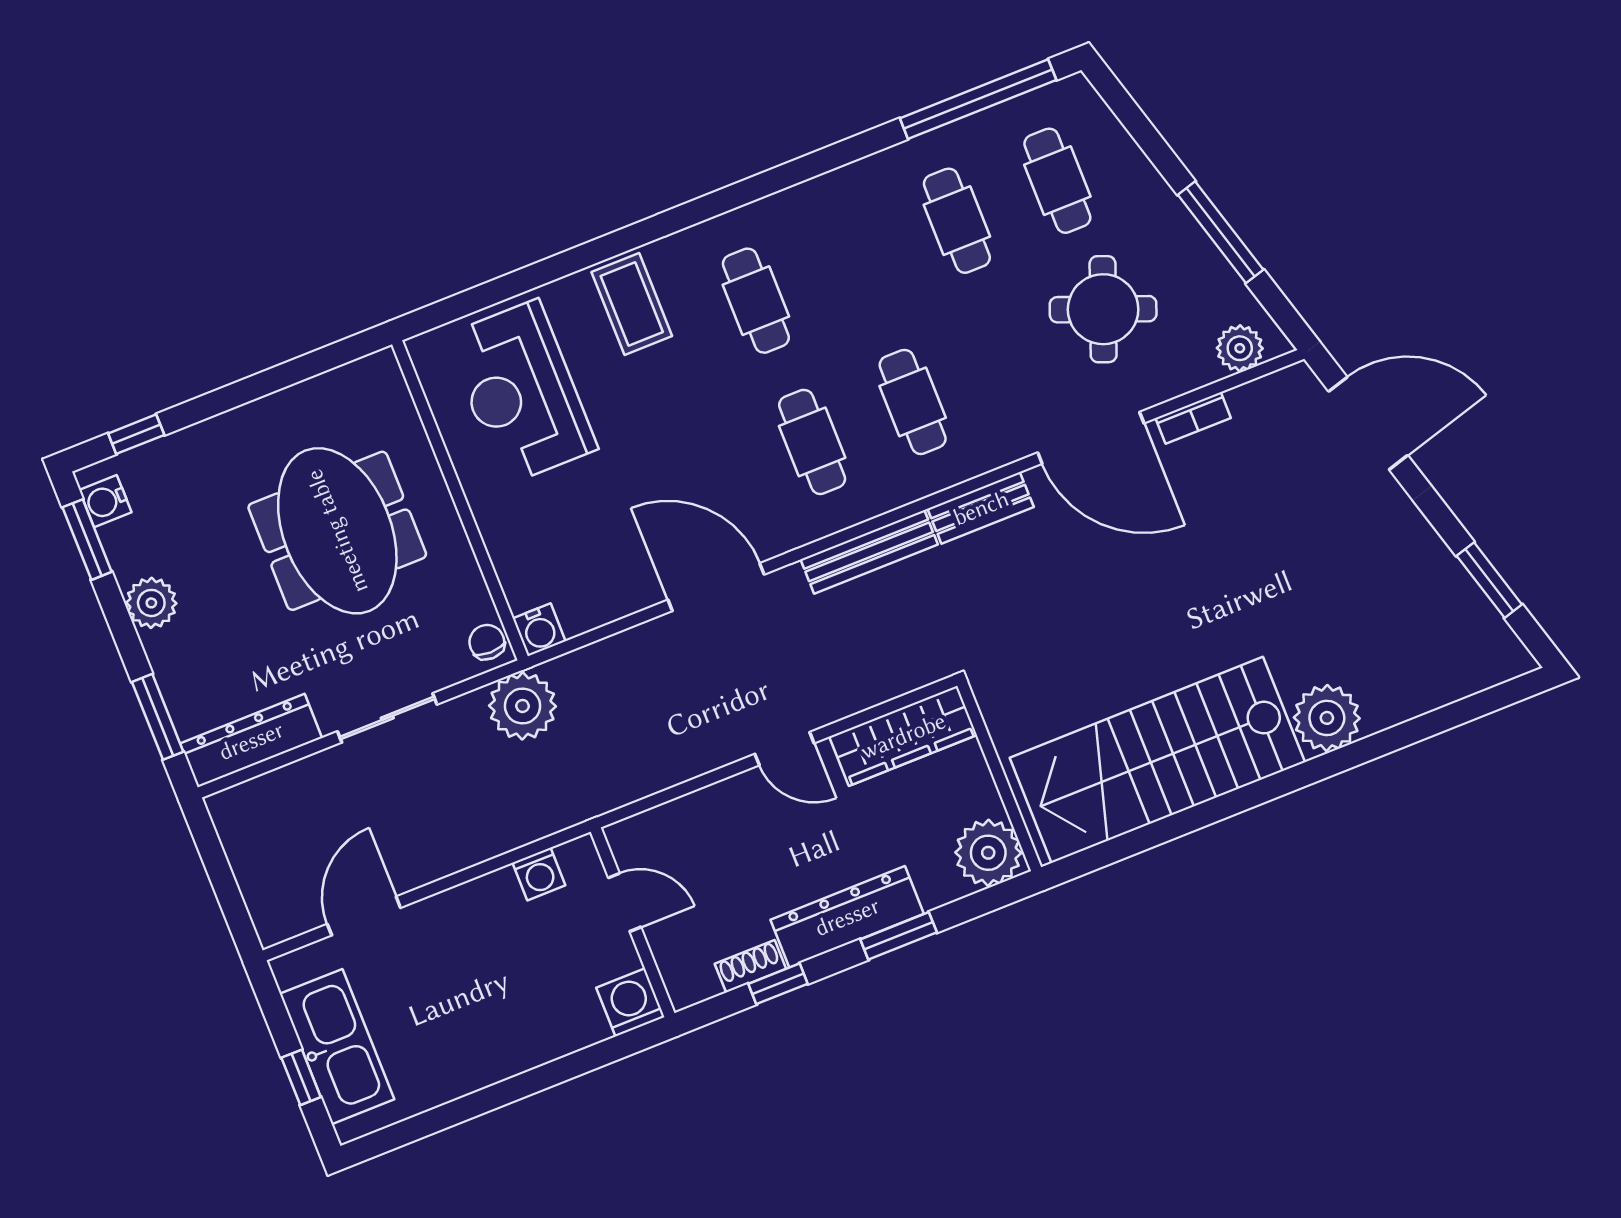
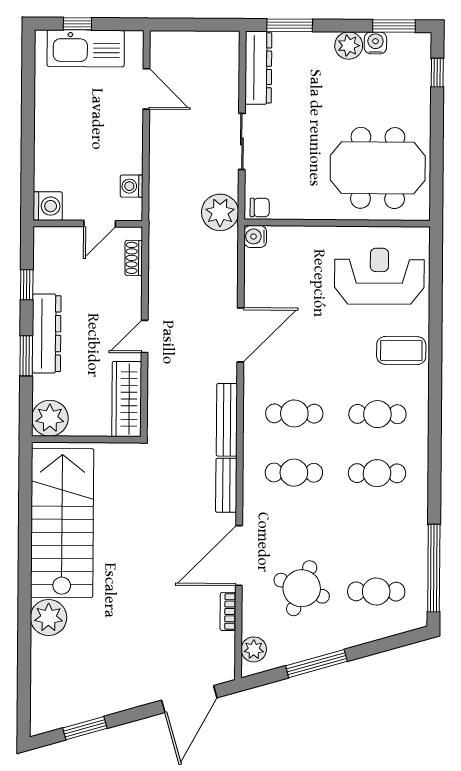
cafe table: (957, 221) -> (377, 473), moved
water cooler: (105, 501) -> (375, 43), moved
meeting table: (337, 531) -> (378, 168), moved
shoe rack: (750, 966) -> (134, 258), moved, turned 180

